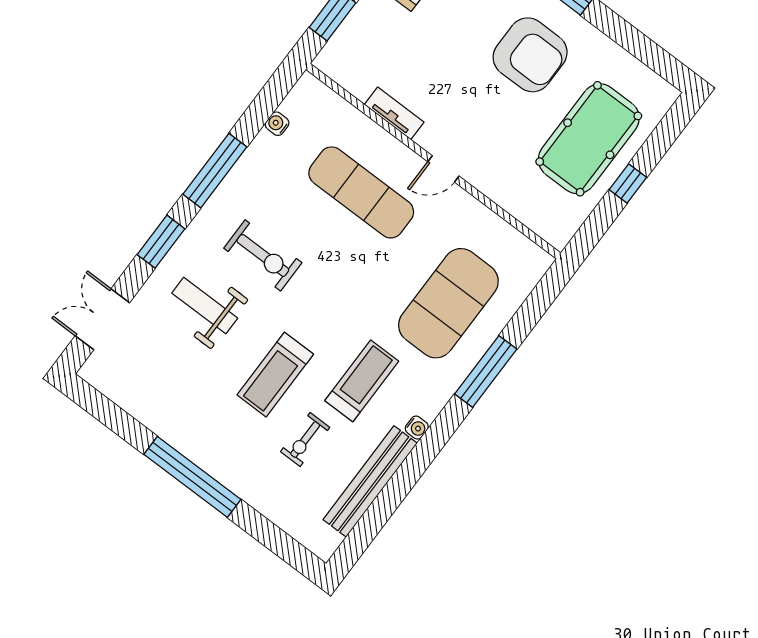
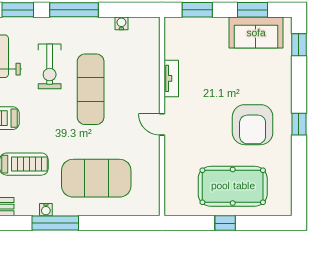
exercise mat: (361, 192) -> (91, 89), moved
window: (486, 371) -> (55, 223), moved
water cooler: (417, 428) -> (46, 210), moved

